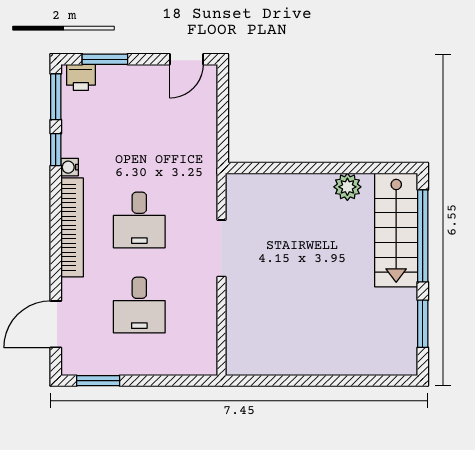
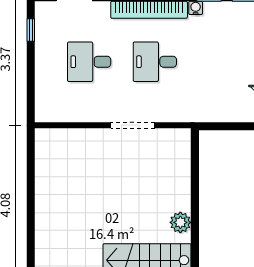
window: (98, 381) -> (31, 30), width x0.67

